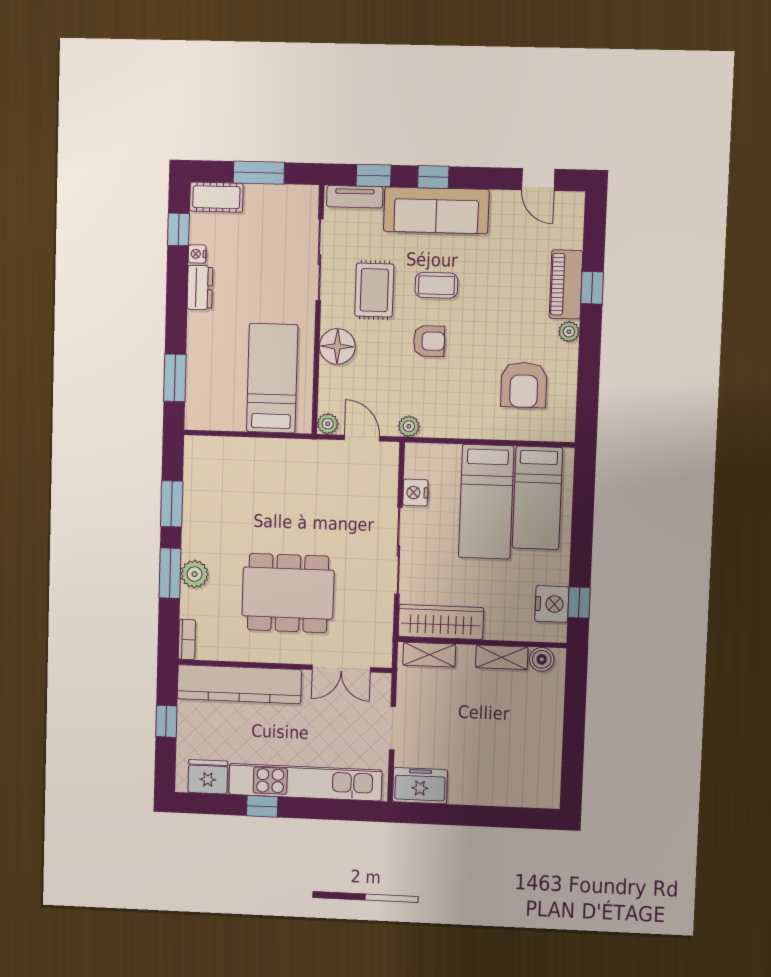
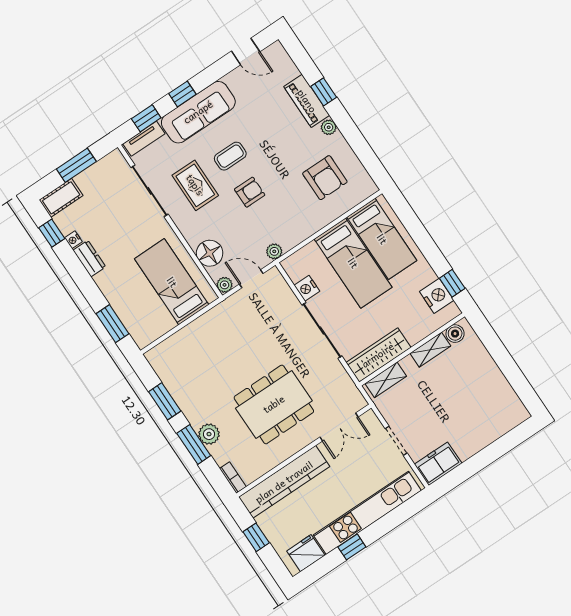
floor lamp: (337, 346) -> (210, 253), moved

